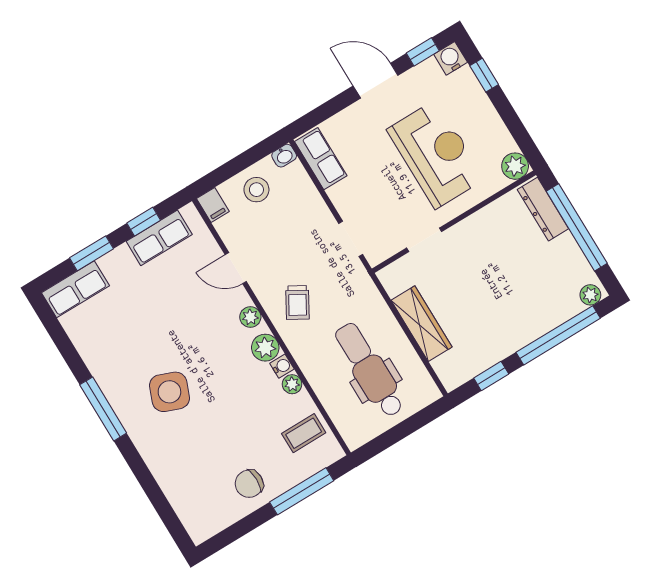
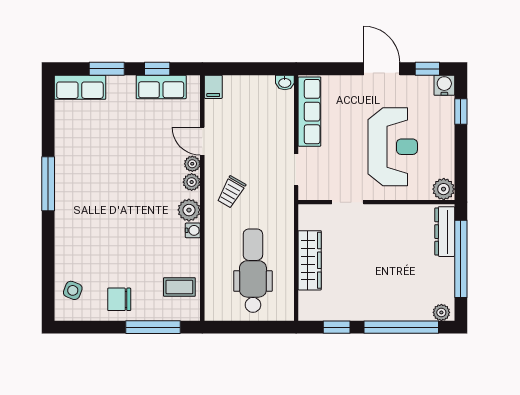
row of seats: (321, 159) -> (309, 112), width x1.48
stool: (256, 190) -> (251, 95), removed
plant: (292, 384) -> (192, 164), moved
side table: (169, 392) -> (73, 290), moved, width x0.54, depth x0.54

